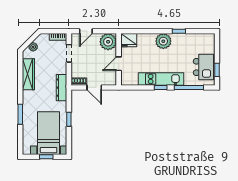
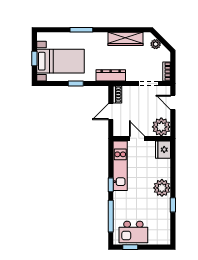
kitchen unit: (161, 79) -> (120, 166), moved

